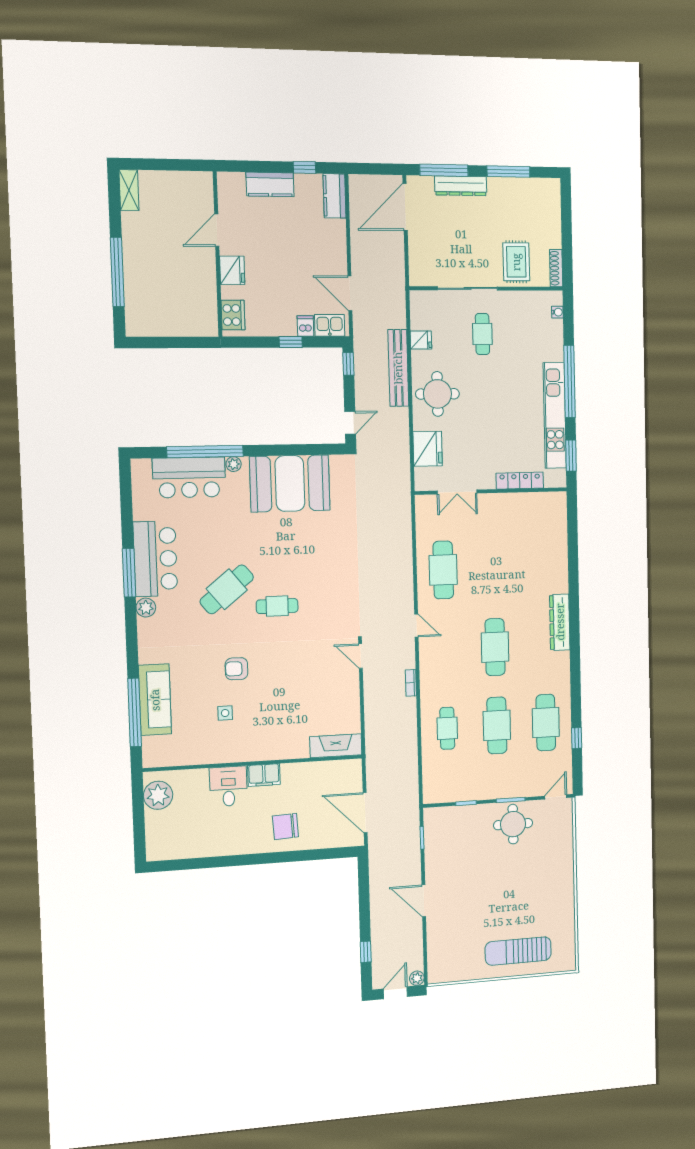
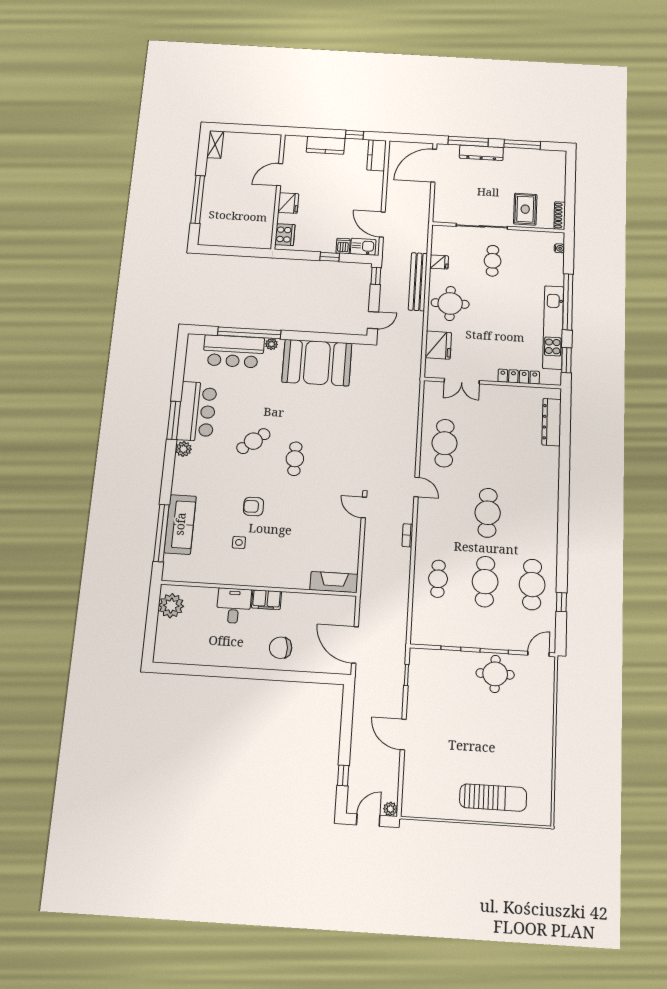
cafe table: (227, 589) -> (253, 441), width x0.73, depth x0.74
cafe table: (277, 606) -> (295, 459), turned 90
dresser: (560, 622) -> (552, 422), moved
sun lounger: (518, 951) -> (493, 798), turned 180

